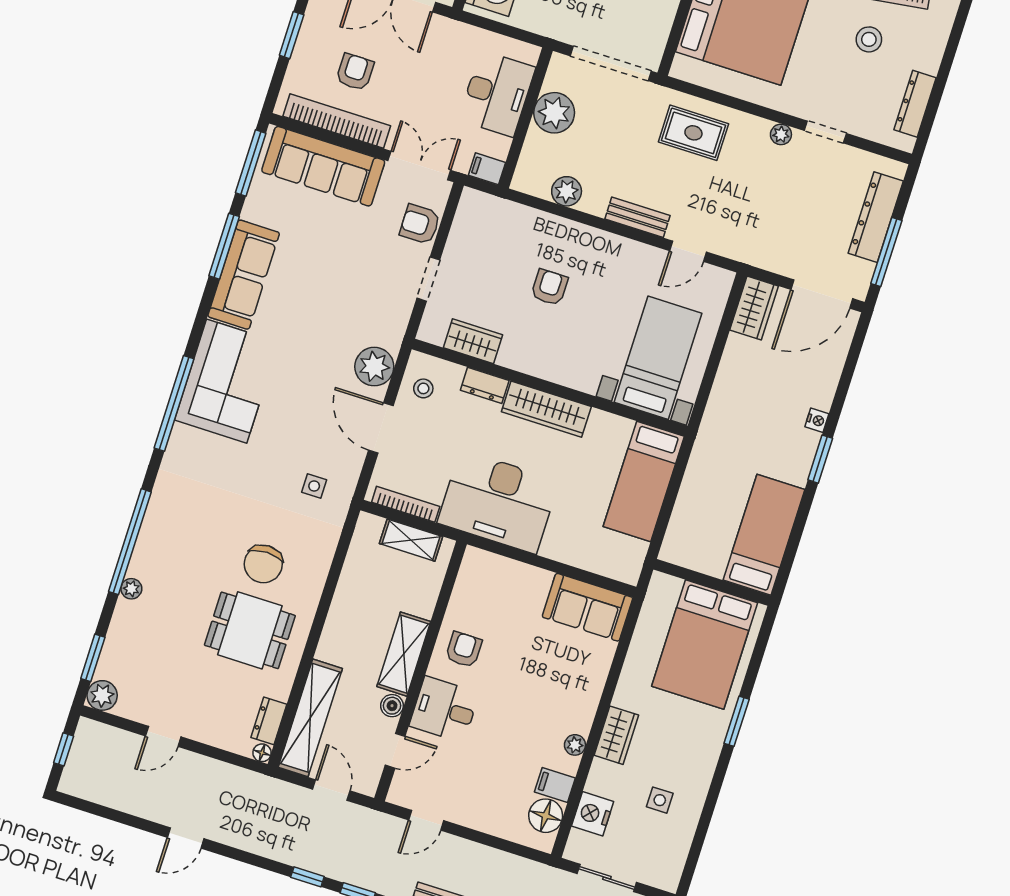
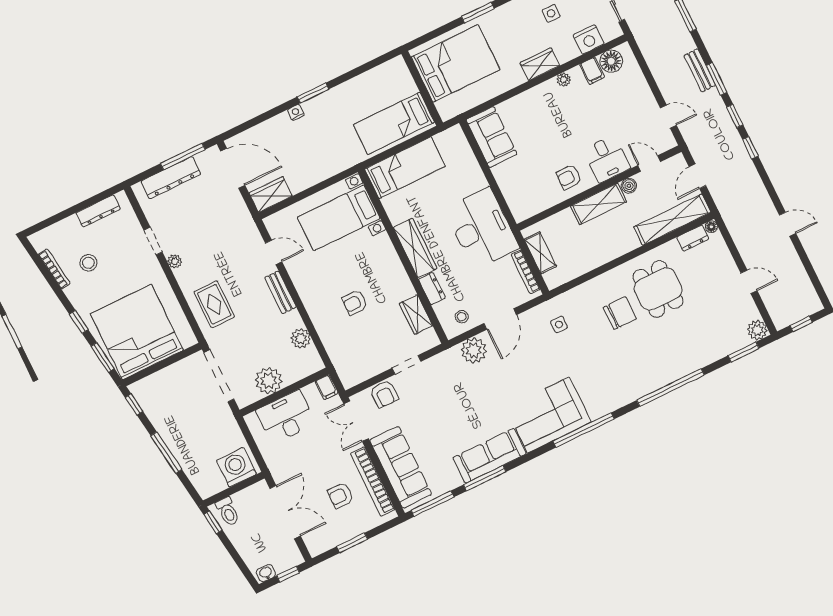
bed: (764, 535) -> (394, 123), moved
plant: (131, 589) -> (693, 365), removed

